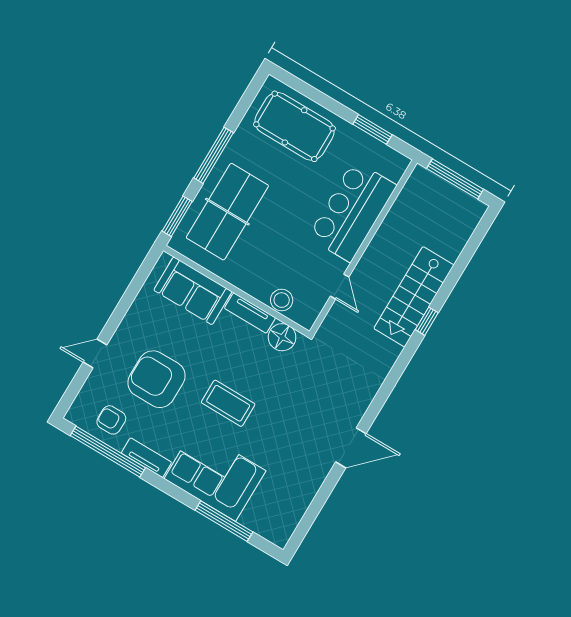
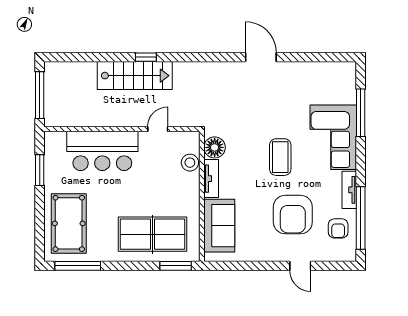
window: (214, 155) -> (78, 266), moved

